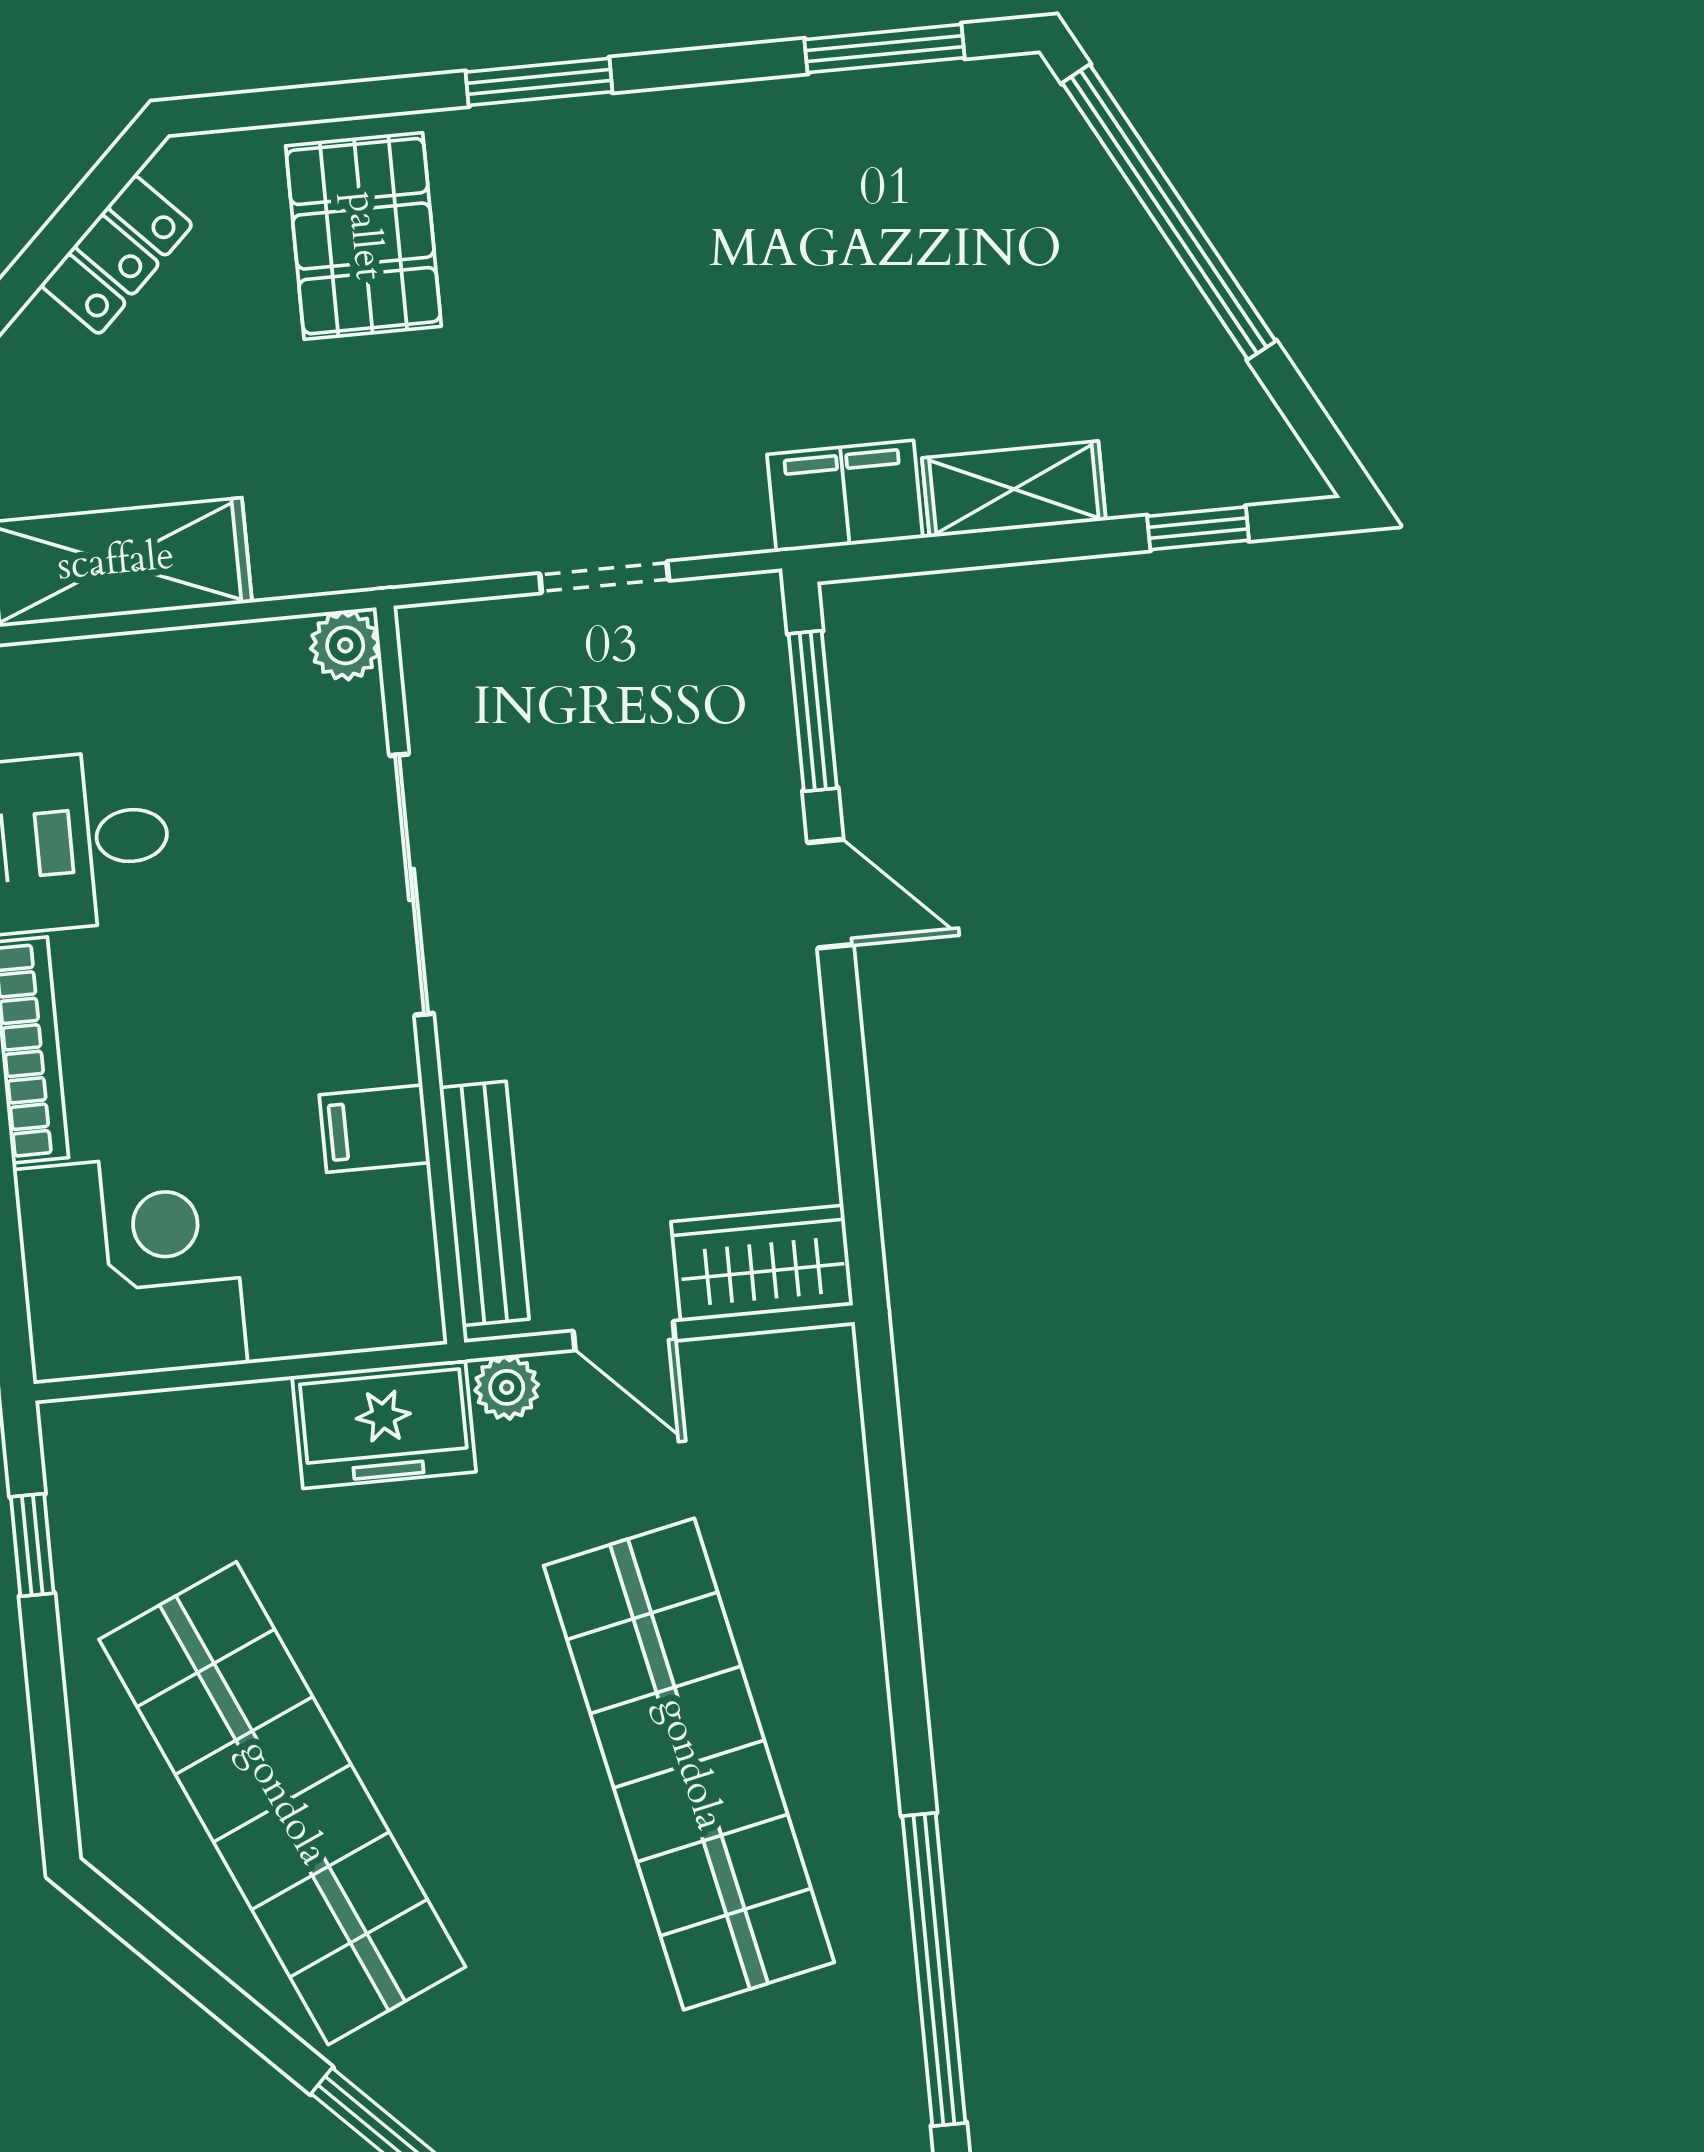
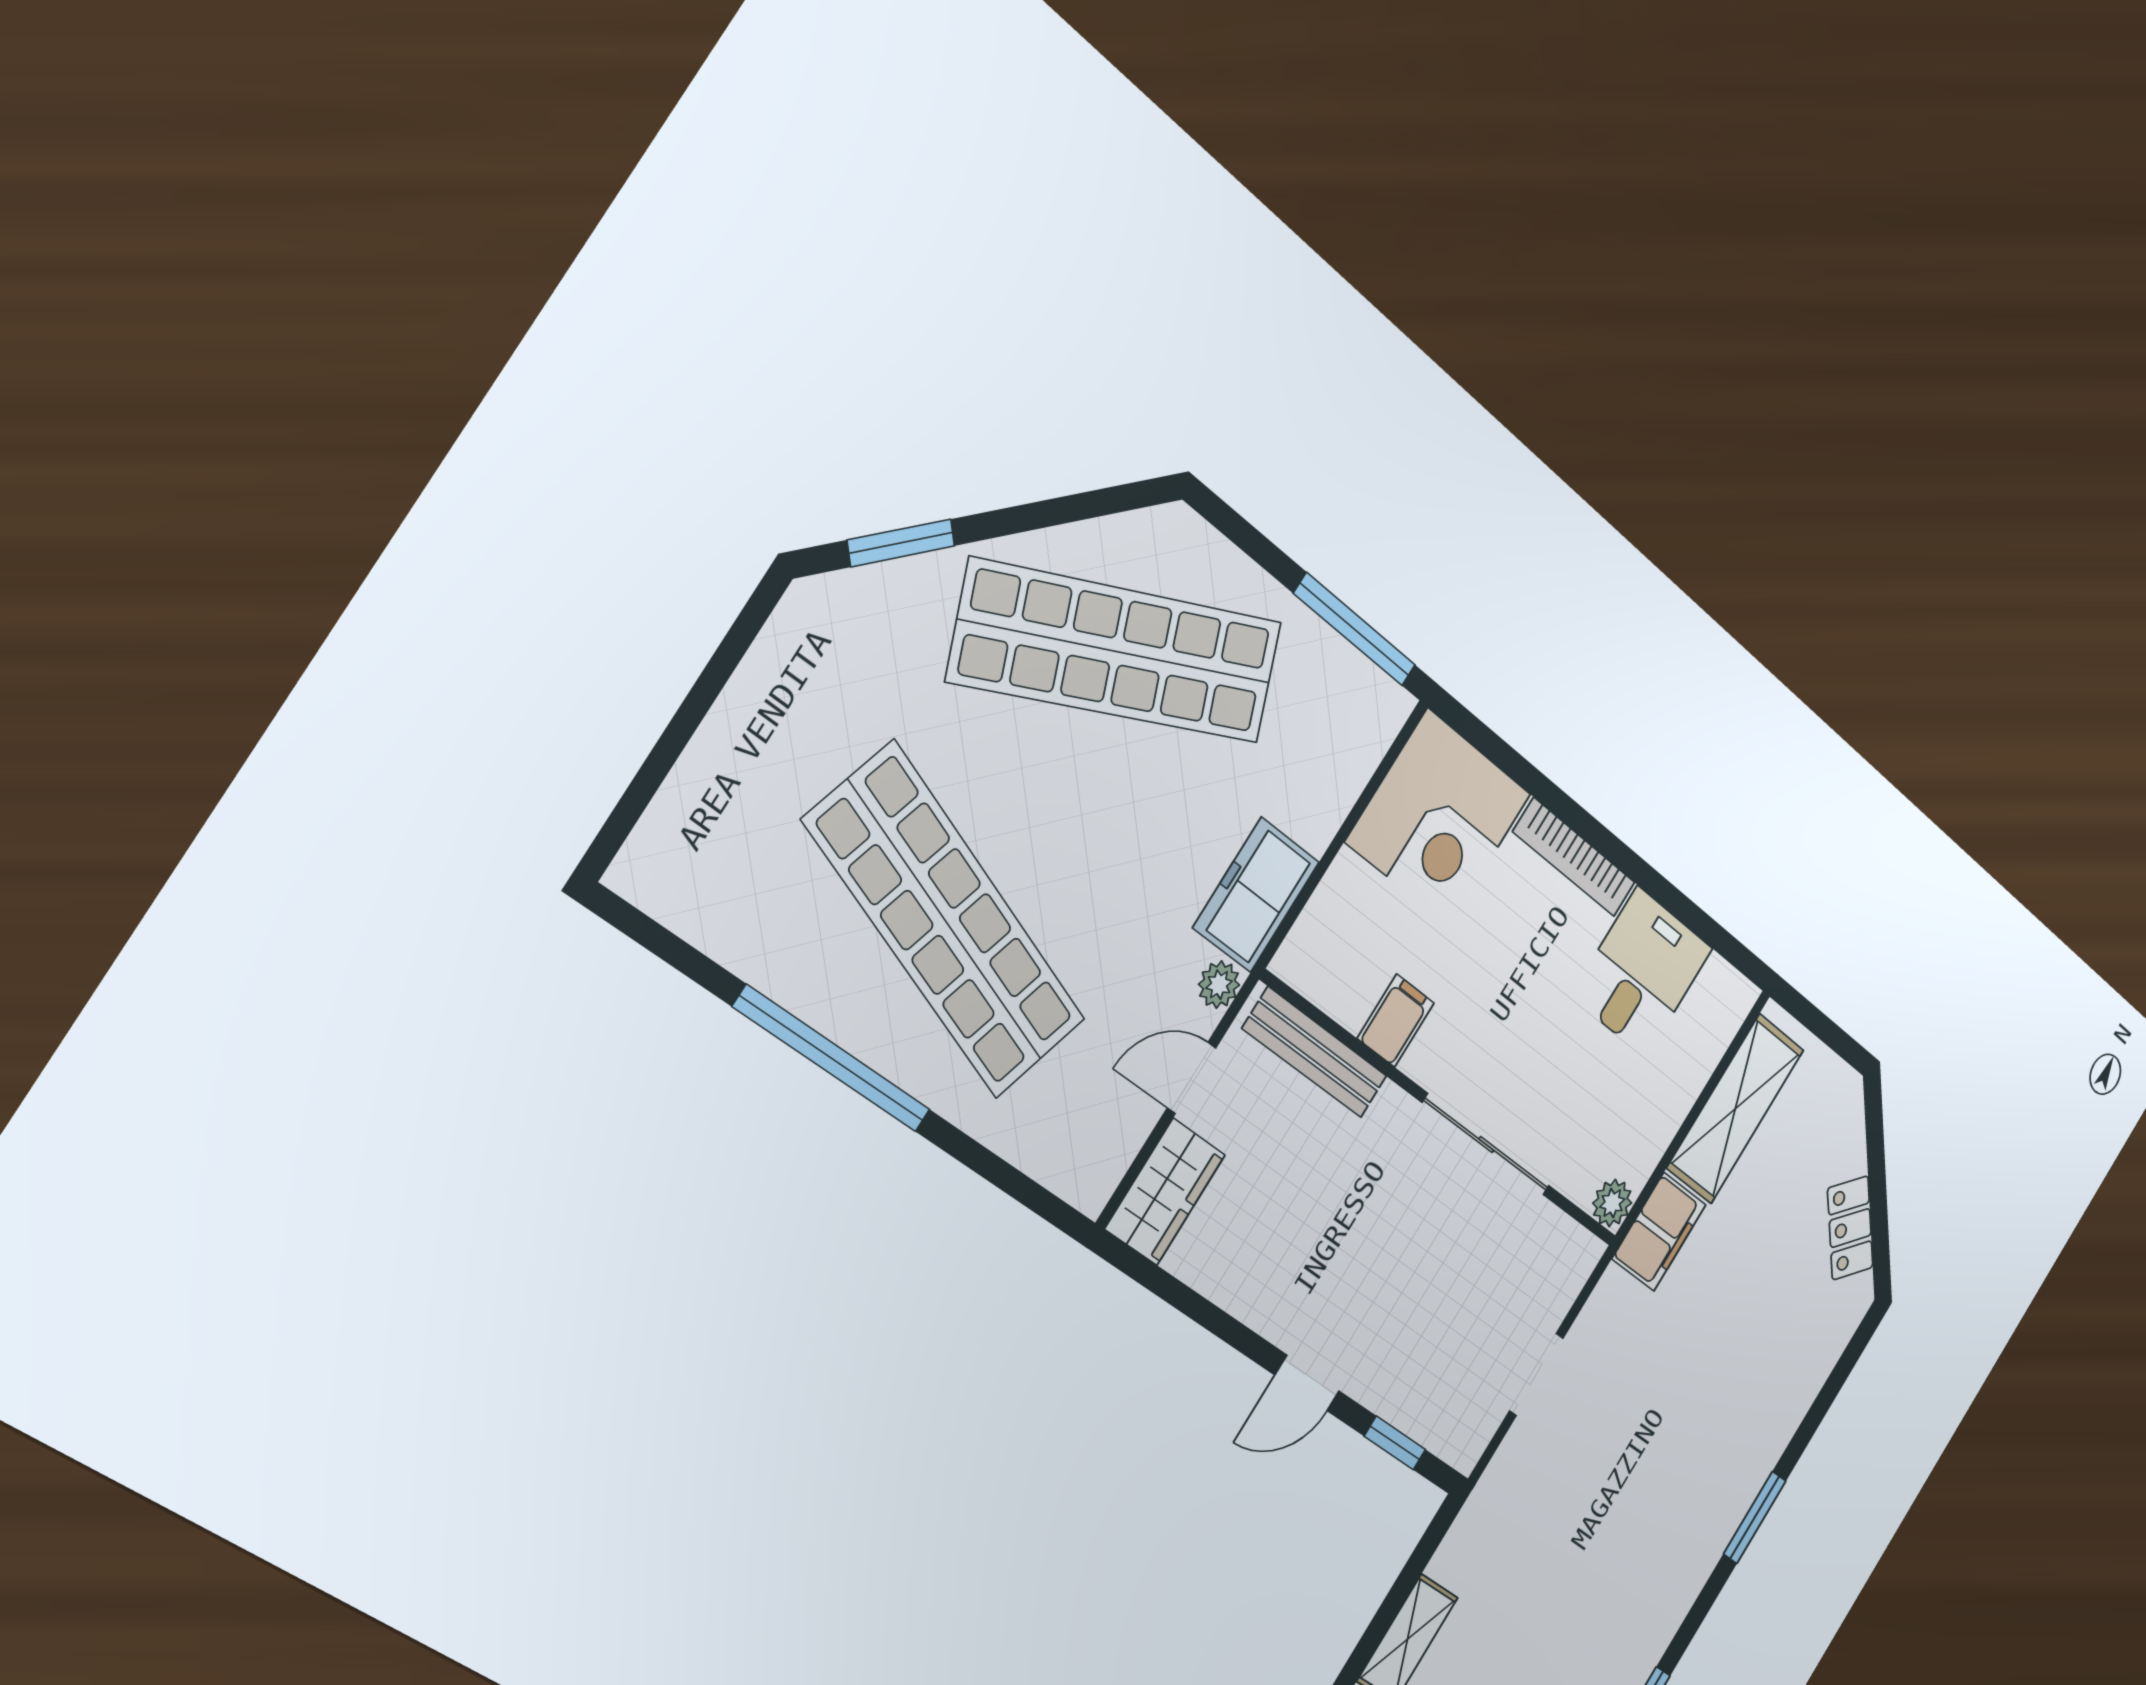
pallet: (363, 236) -> (1764, 1368), removed
filing cabinet: (845, 496) -> (1659, 1232), moved
window: (813, 711) -> (1395, 1443), width x0.67
window: (32, 1545) -> (1355, 629), width x2.17
shop shelf: (689, 1764) -> (946, 922), turned 30
window: (934, 1969) -> (832, 1059), moved

